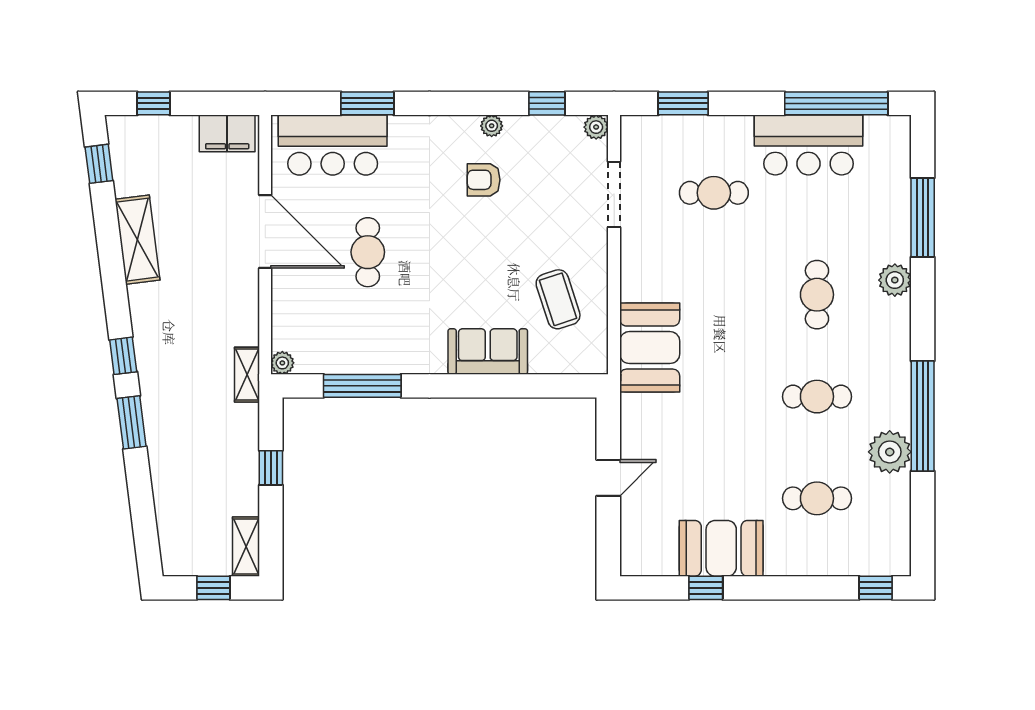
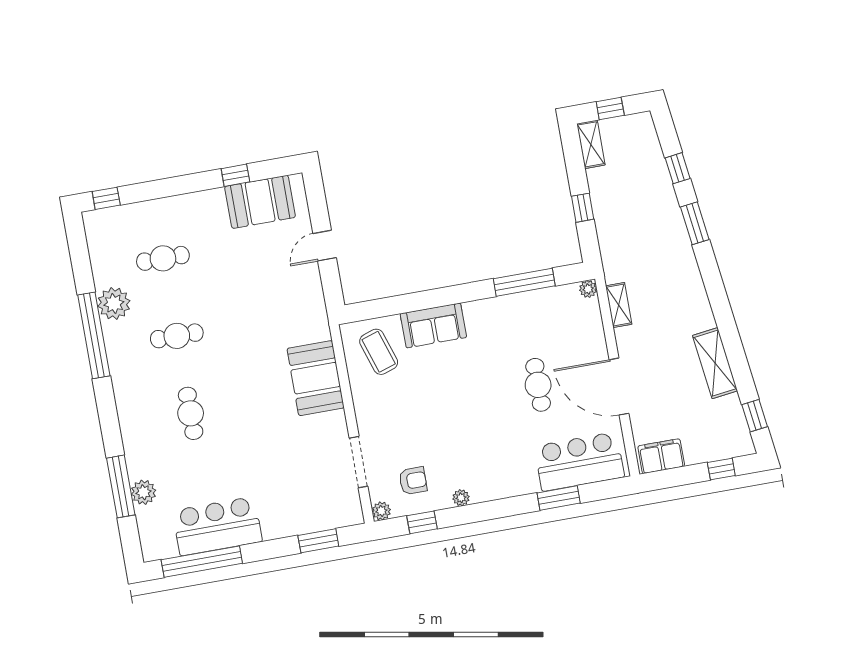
armchair: (484, 180) -> (413, 481), moved
cafe table: (714, 193) -> (283, 477), removed
plant: (895, 280) -> (144, 492), moved
coffee table: (558, 299) -> (379, 352), moved
booth: (650, 348) -> (316, 378), moved
window: (123, 356) -> (678, 168), moved
shelving: (247, 375) -> (619, 305), moved
booth: (721, 548) -> (260, 202), moved

